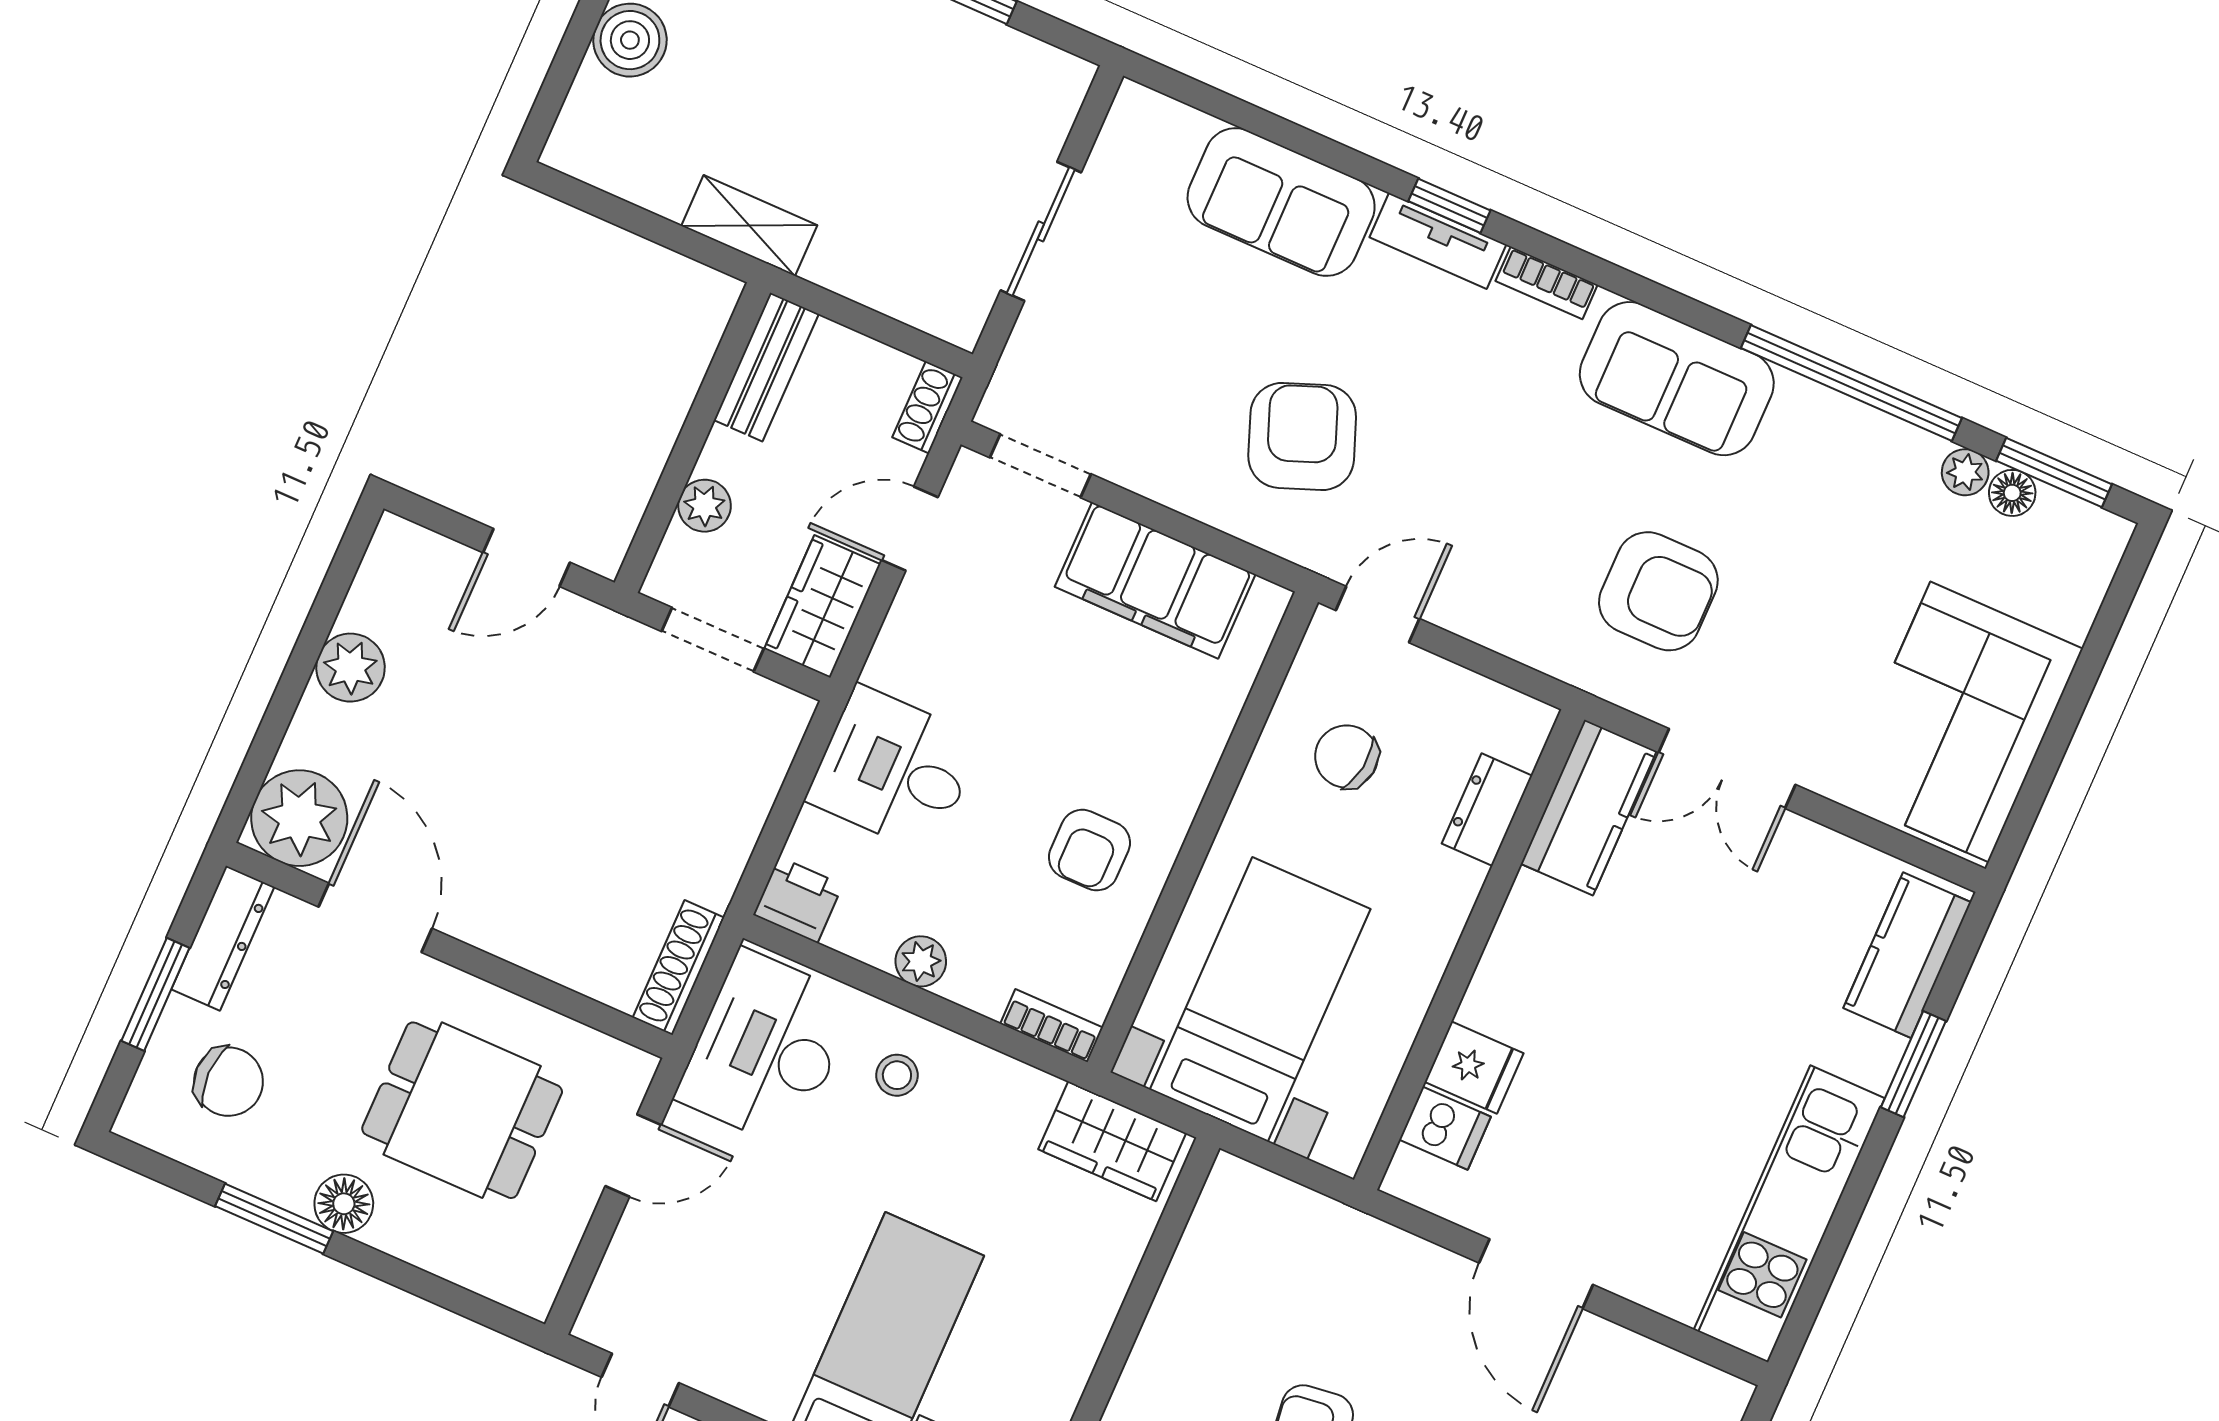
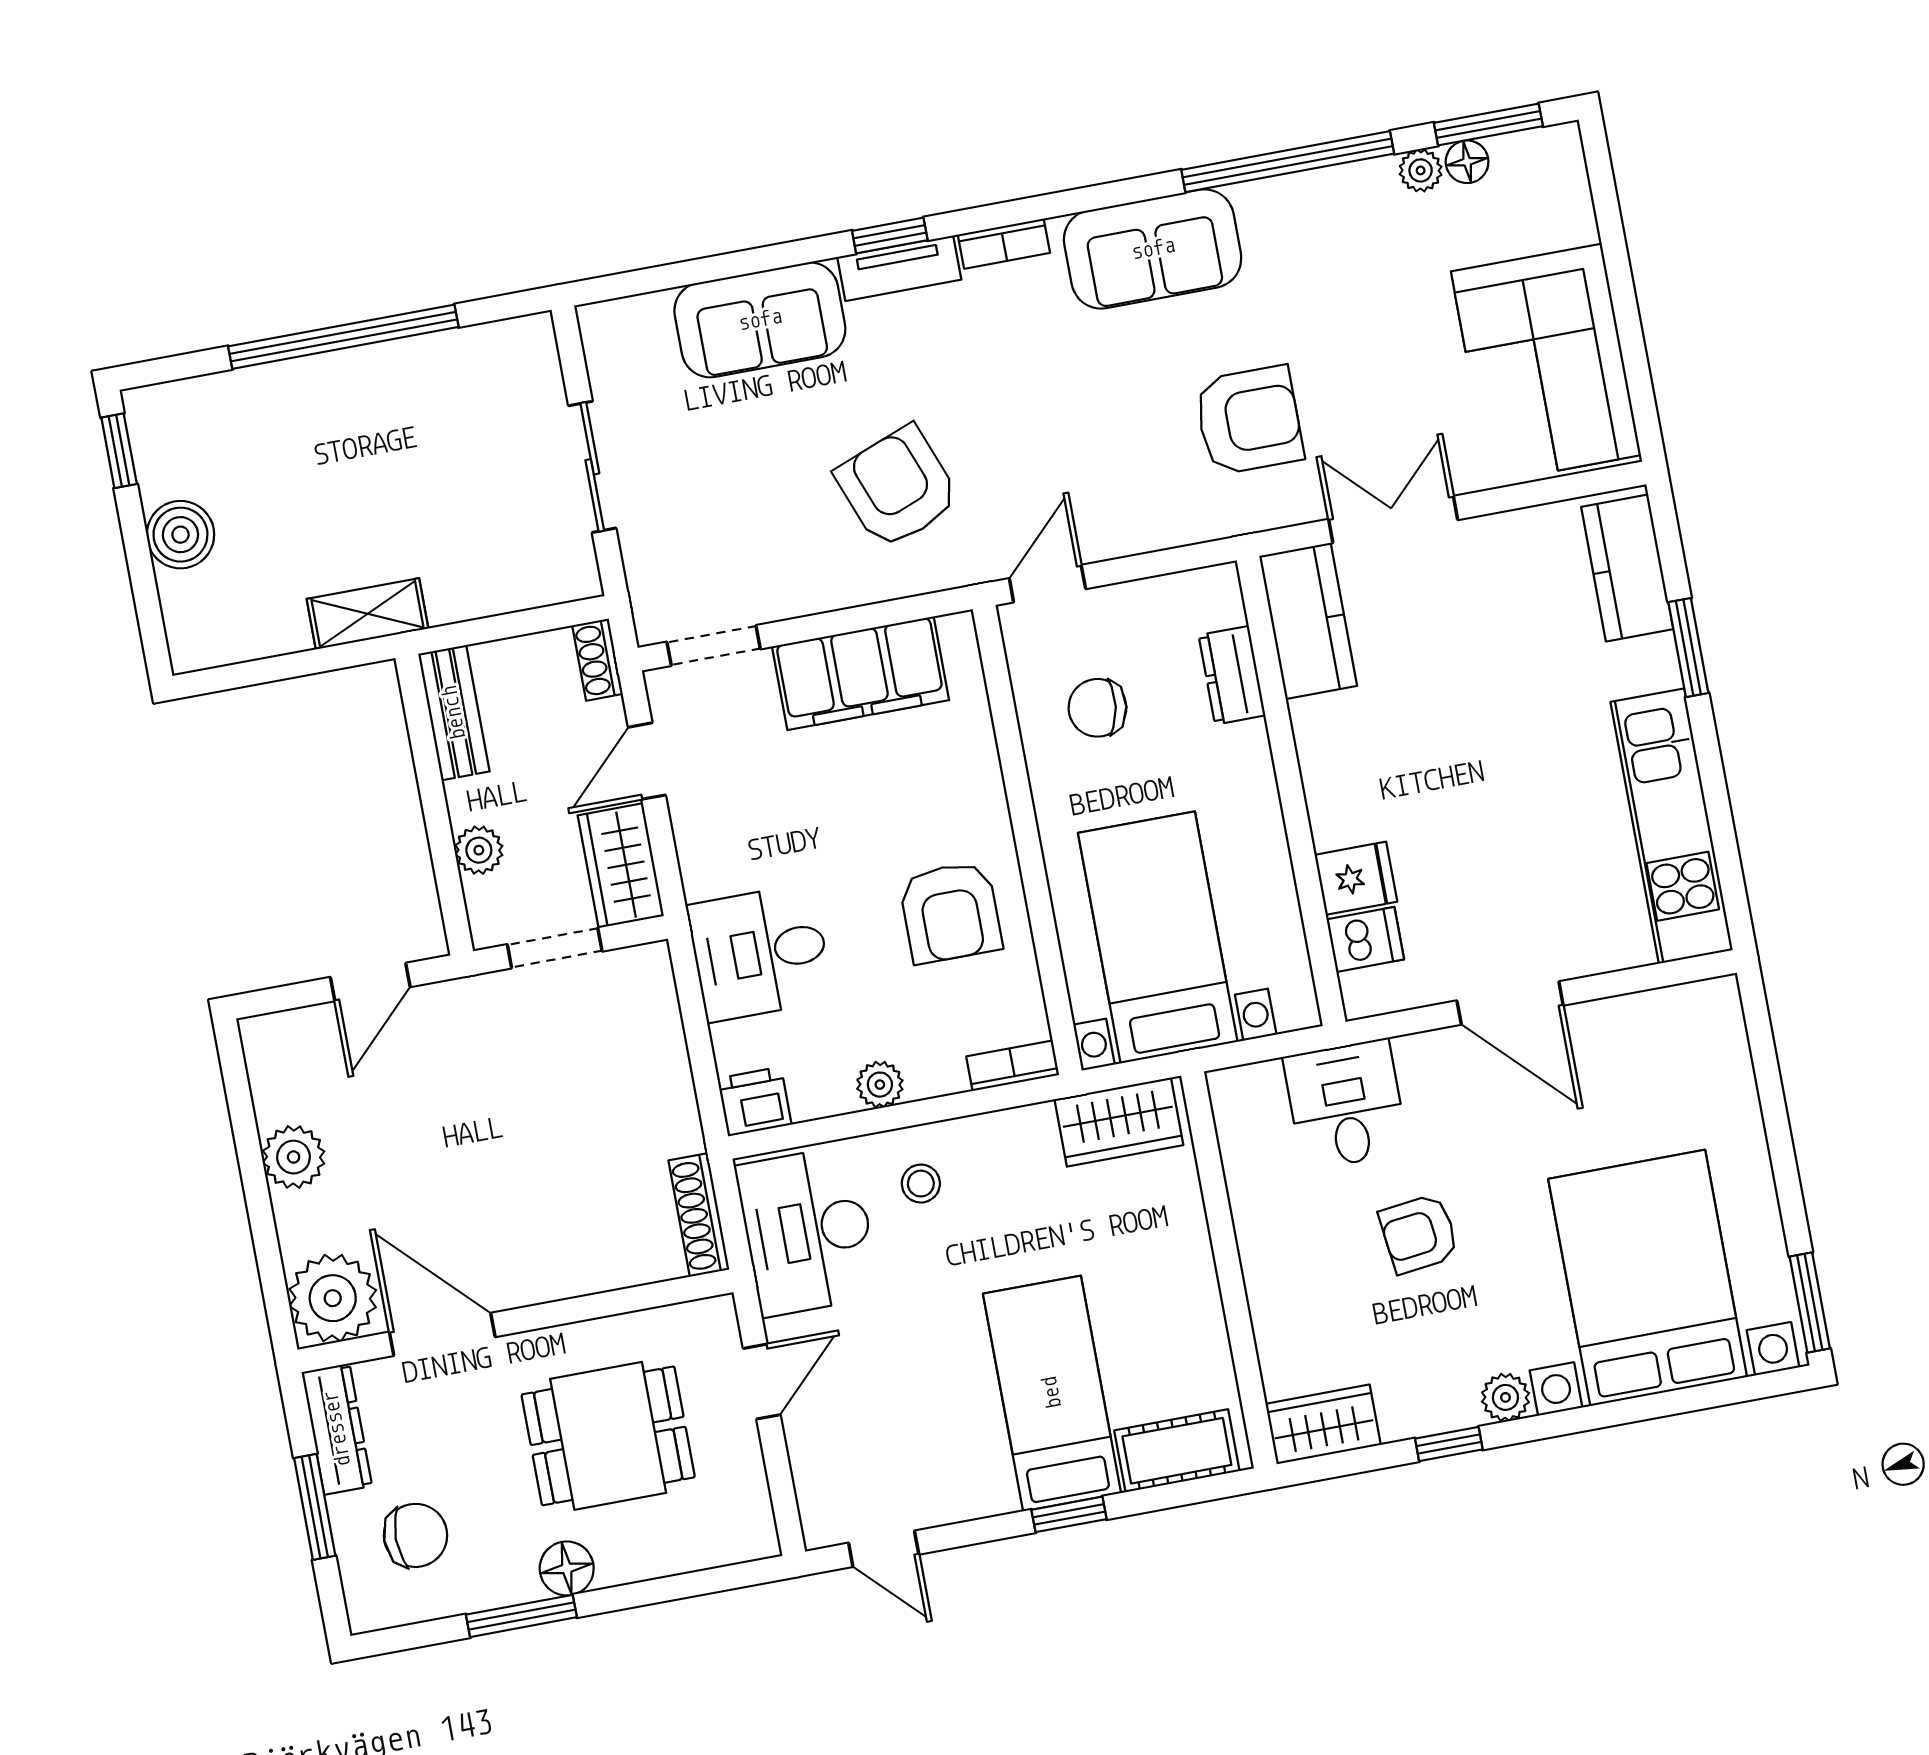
double door: (1727, 769) -> (1393, 520), swing flipped
armchair: (1089, 850) -> (950, 912), width x1.38, depth x1.38
desk: (1327, 1264) -> (1346, 1104), added

